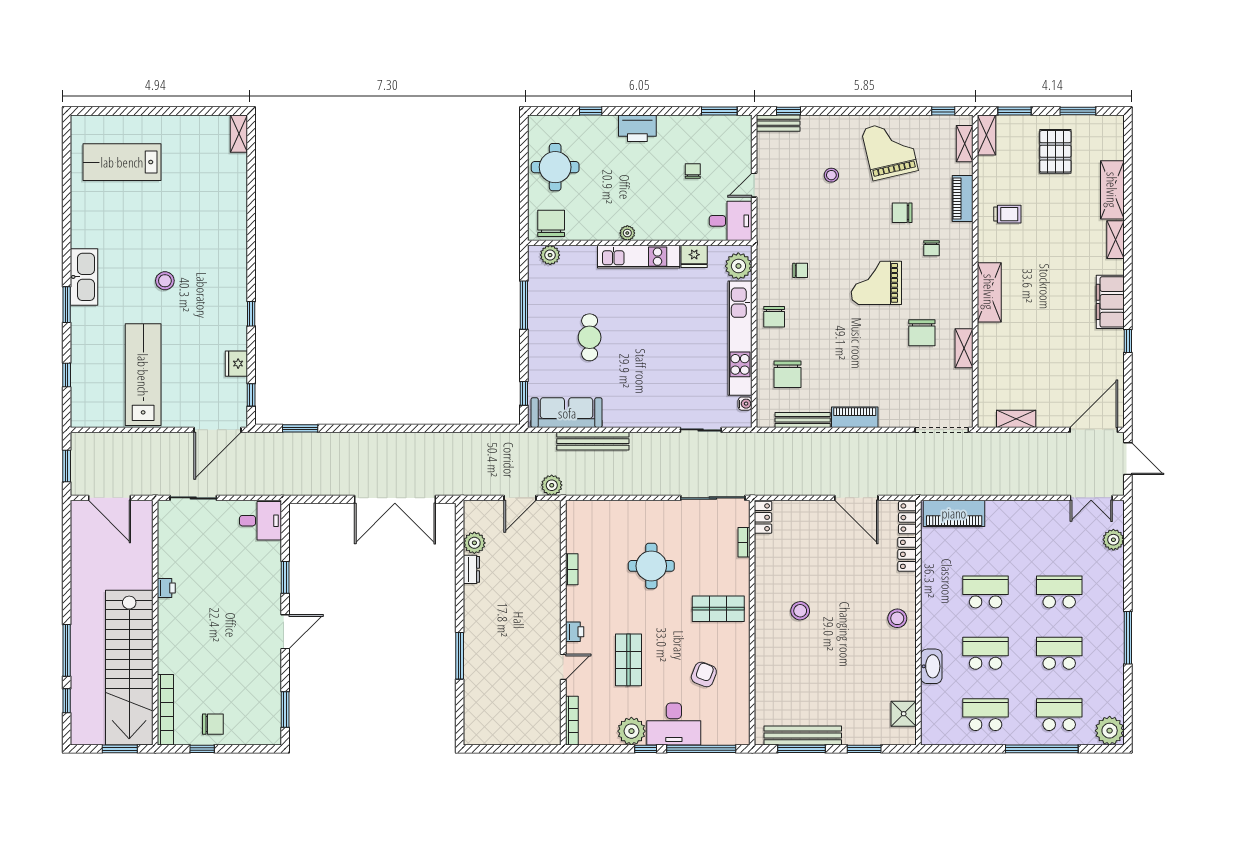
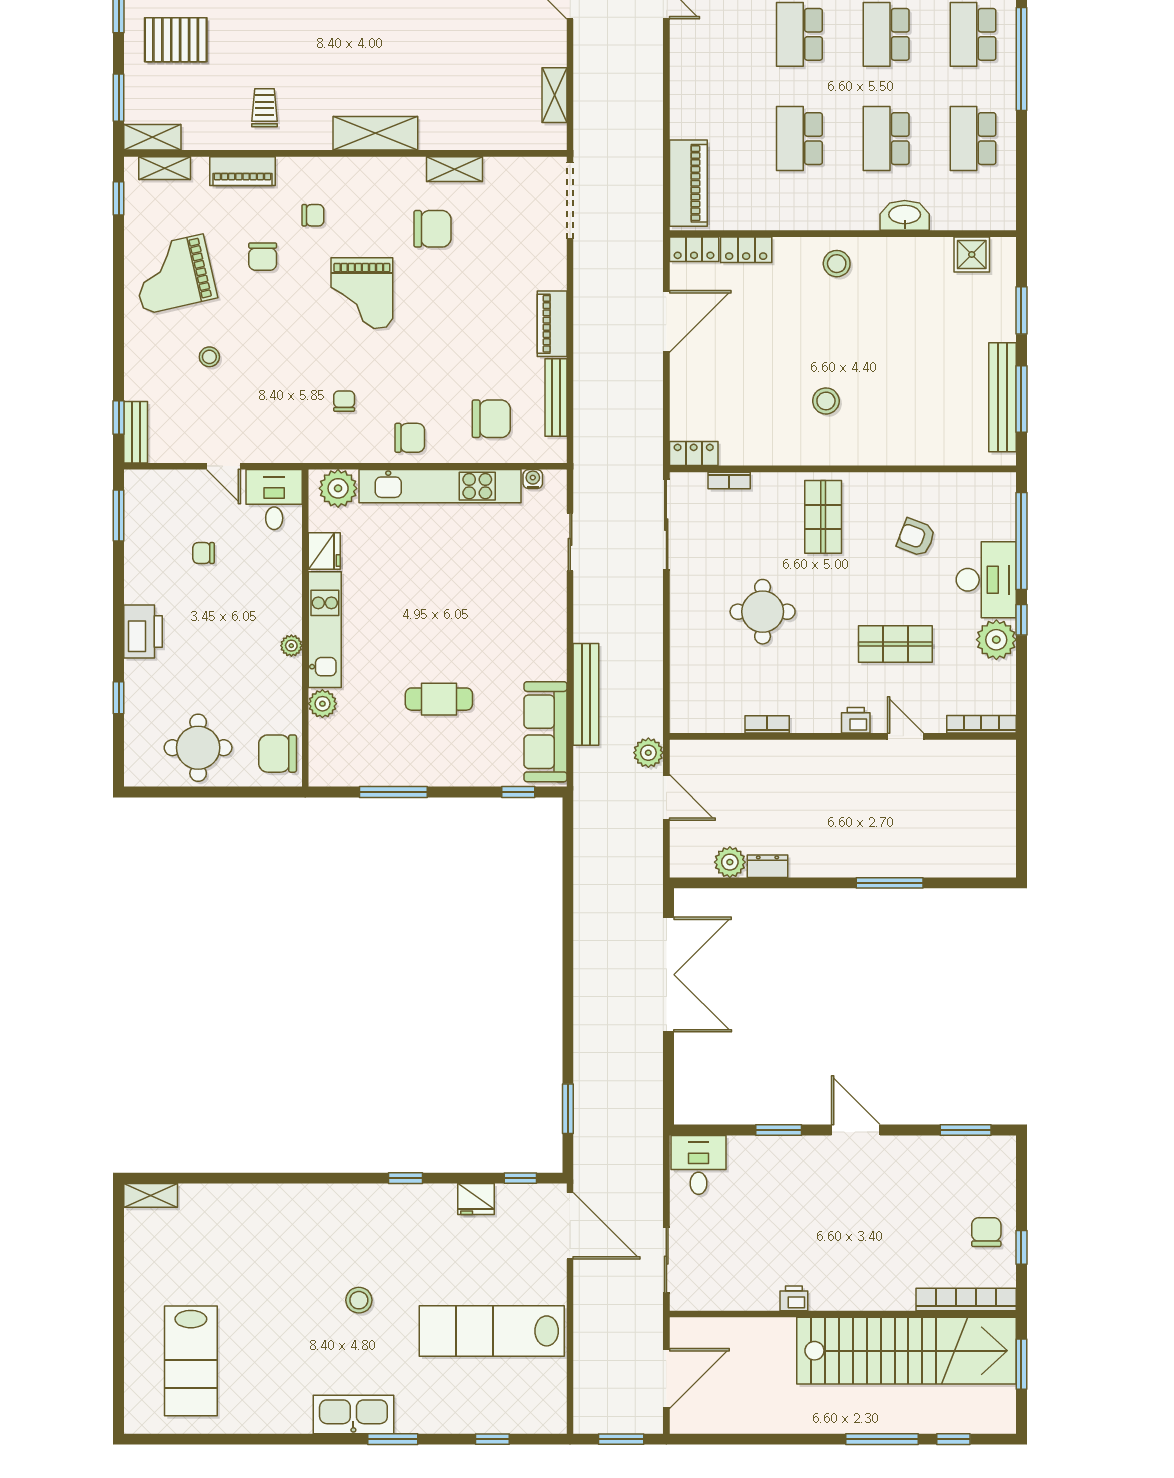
plant: (550, 255) -> (322, 704), moved

